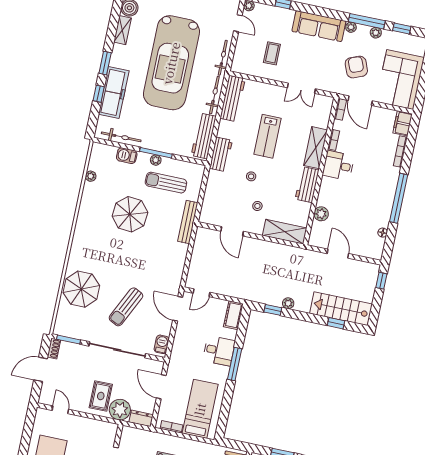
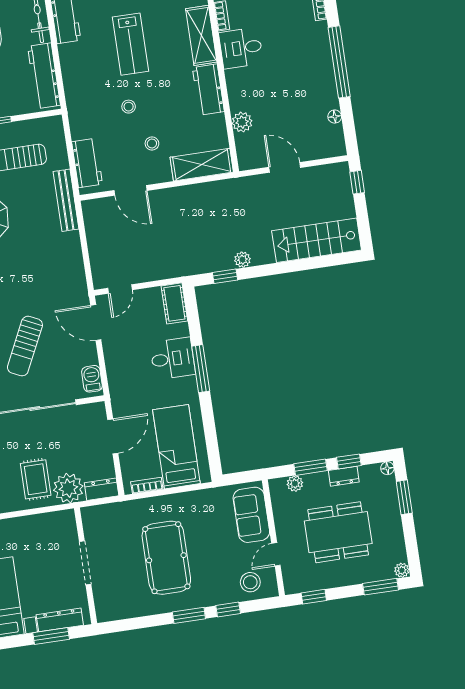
workbench: (221, 154) -> (87, 163), moved
window: (336, 323) -> (317, 262), removed
door: (161, 387) -> (113, 436), swing flipped

